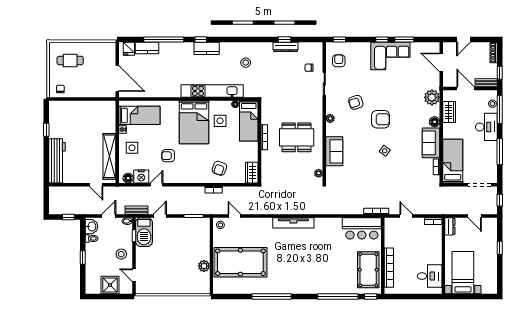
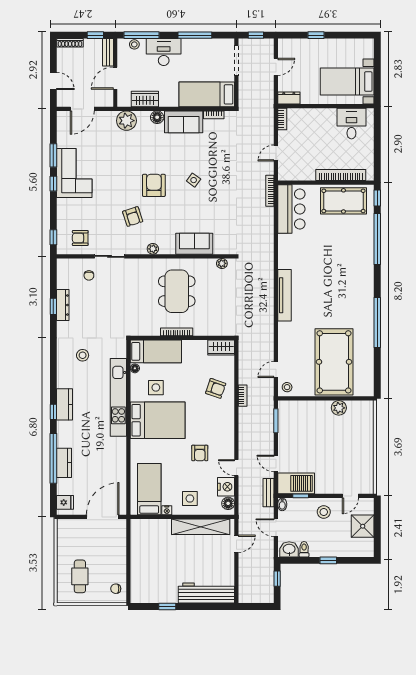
kitchen counter: (147, 48) -> (64, 463), moved

